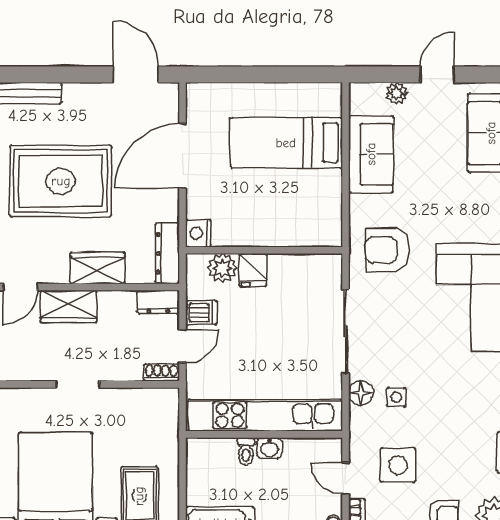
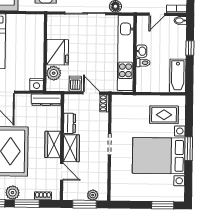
wardrobe: (98, 268) -> (53, 144), moved
fridge: (253, 270) -> (58, 52), width x1.88, depth x1.34
dresser: (158, 302) -> (70, 123), moved

